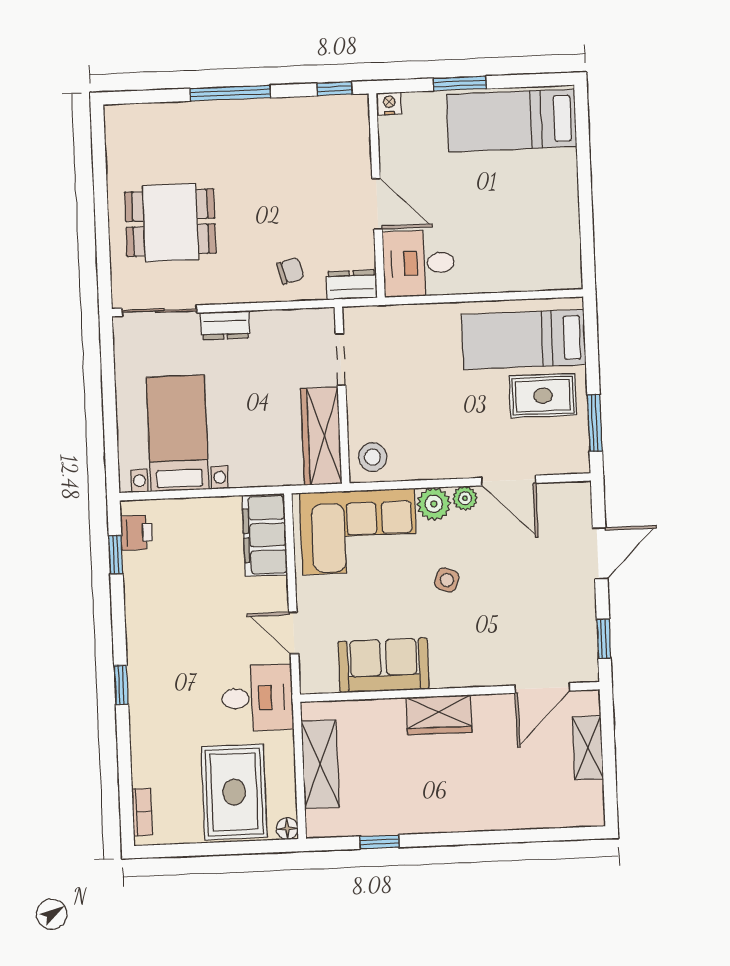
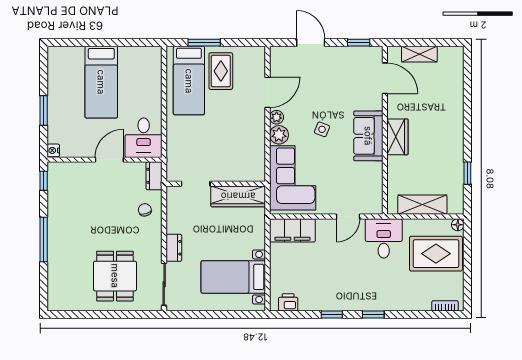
bed: (512, 120) -> (101, 82), moved
window: (595, 423) -> (204, 43), moved
stool: (372, 457) -> (251, 168), removed
window: (116, 555) -> (332, 315), moved
sofa: (384, 665) -> (368, 136), moved

